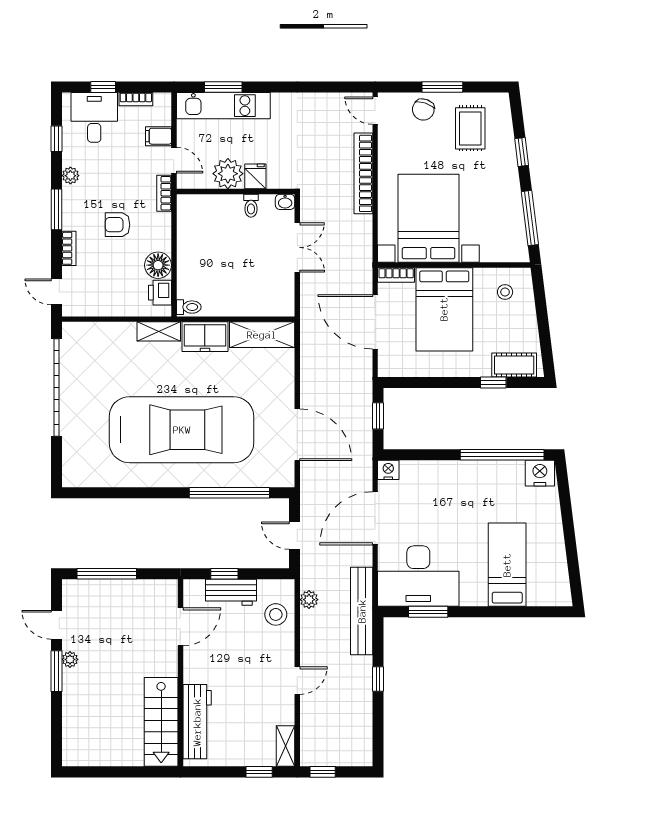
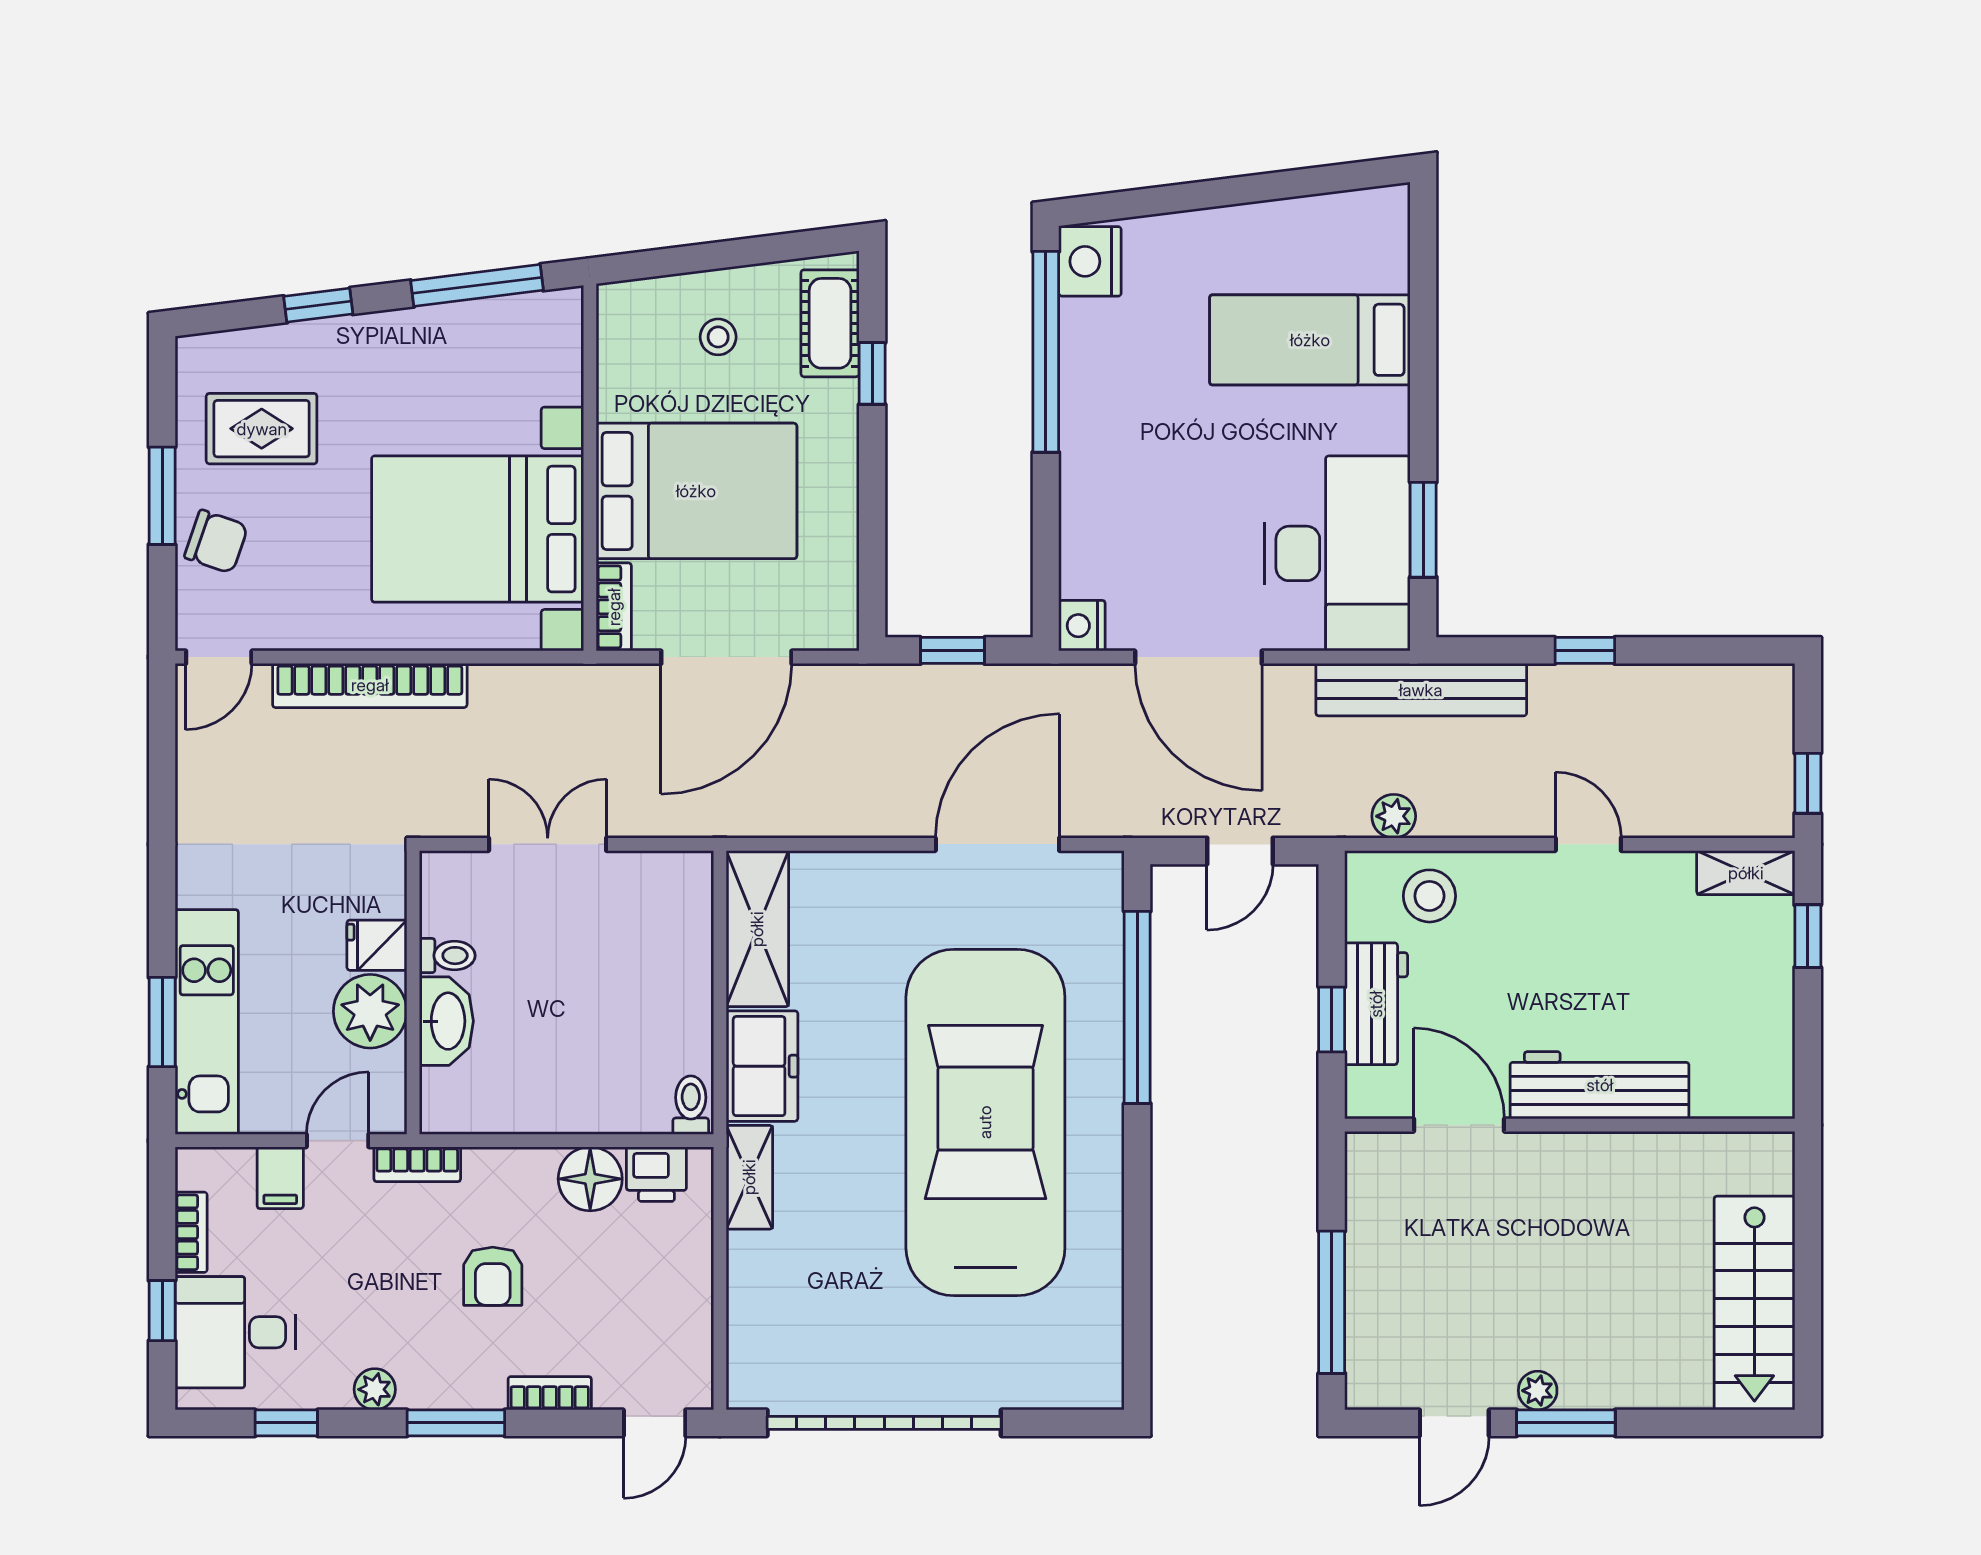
washbasin: (285, 202) -> (446, 1021), moved, width x1.91, depth x1.45
stool: (505, 292) -> (718, 337), moved
stairs: (161, 722) -> (1754, 1303), moved, turned 90
workbench: (197, 722) -> (1600, 1085), moved

